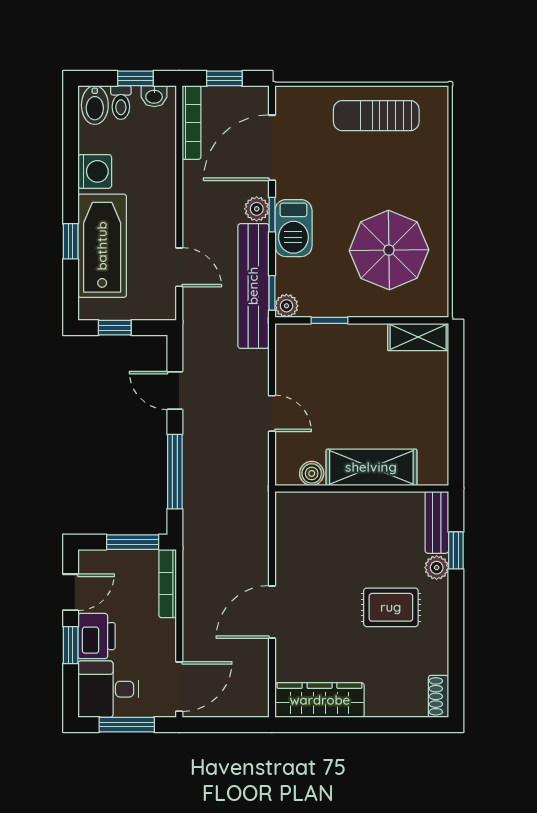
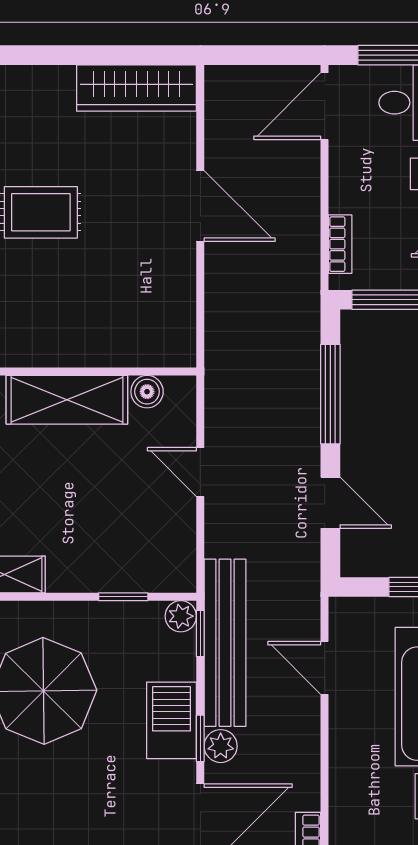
bookcase: (168, 584) -> (340, 244), width x0.64
door: (272, 612) -> (200, 206), hinge flipped

